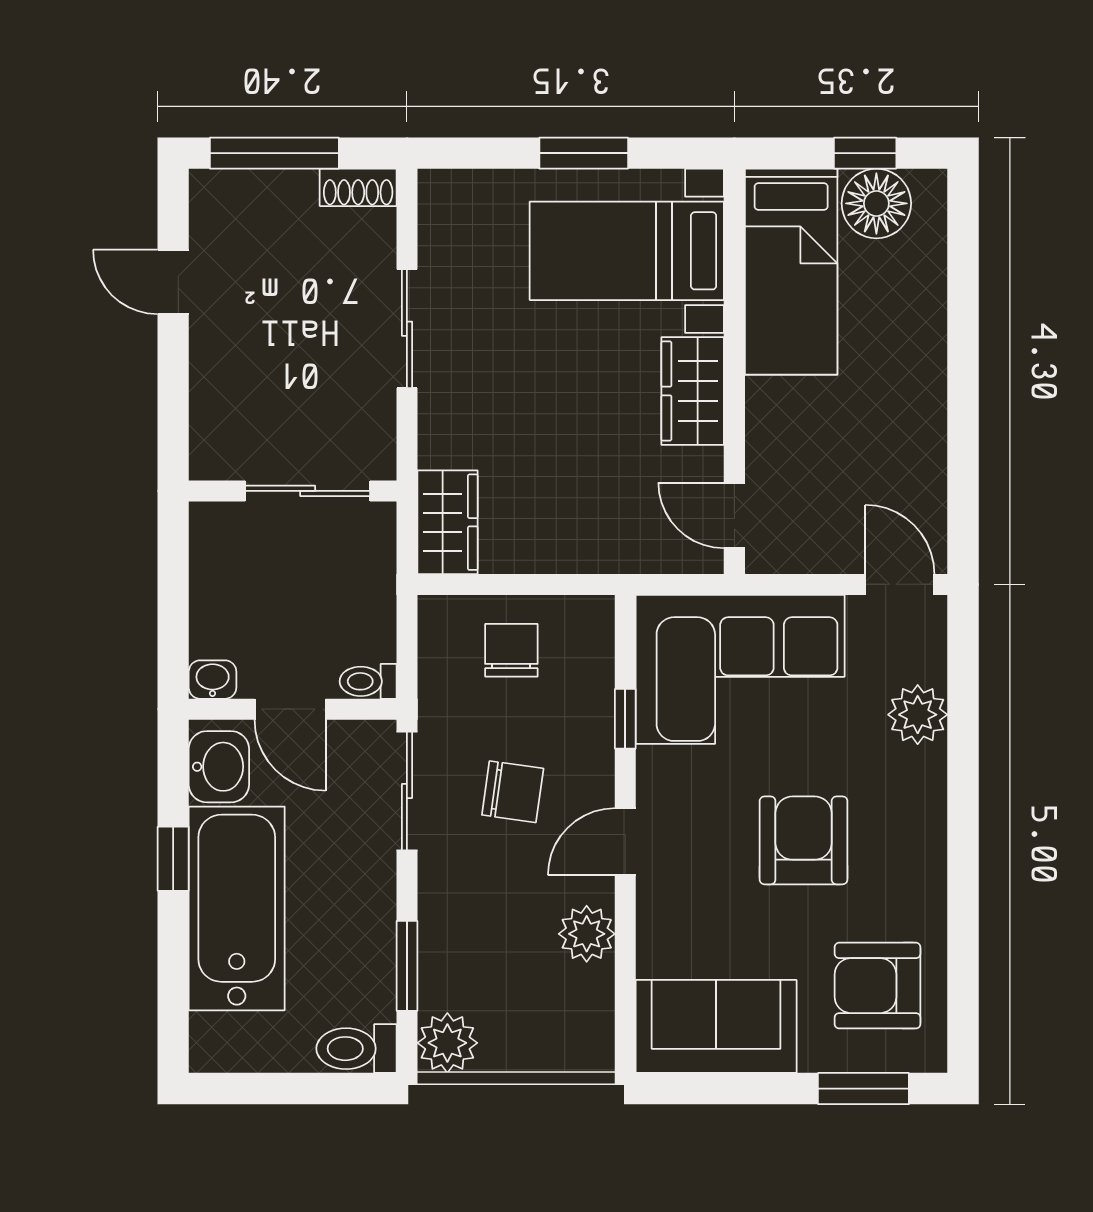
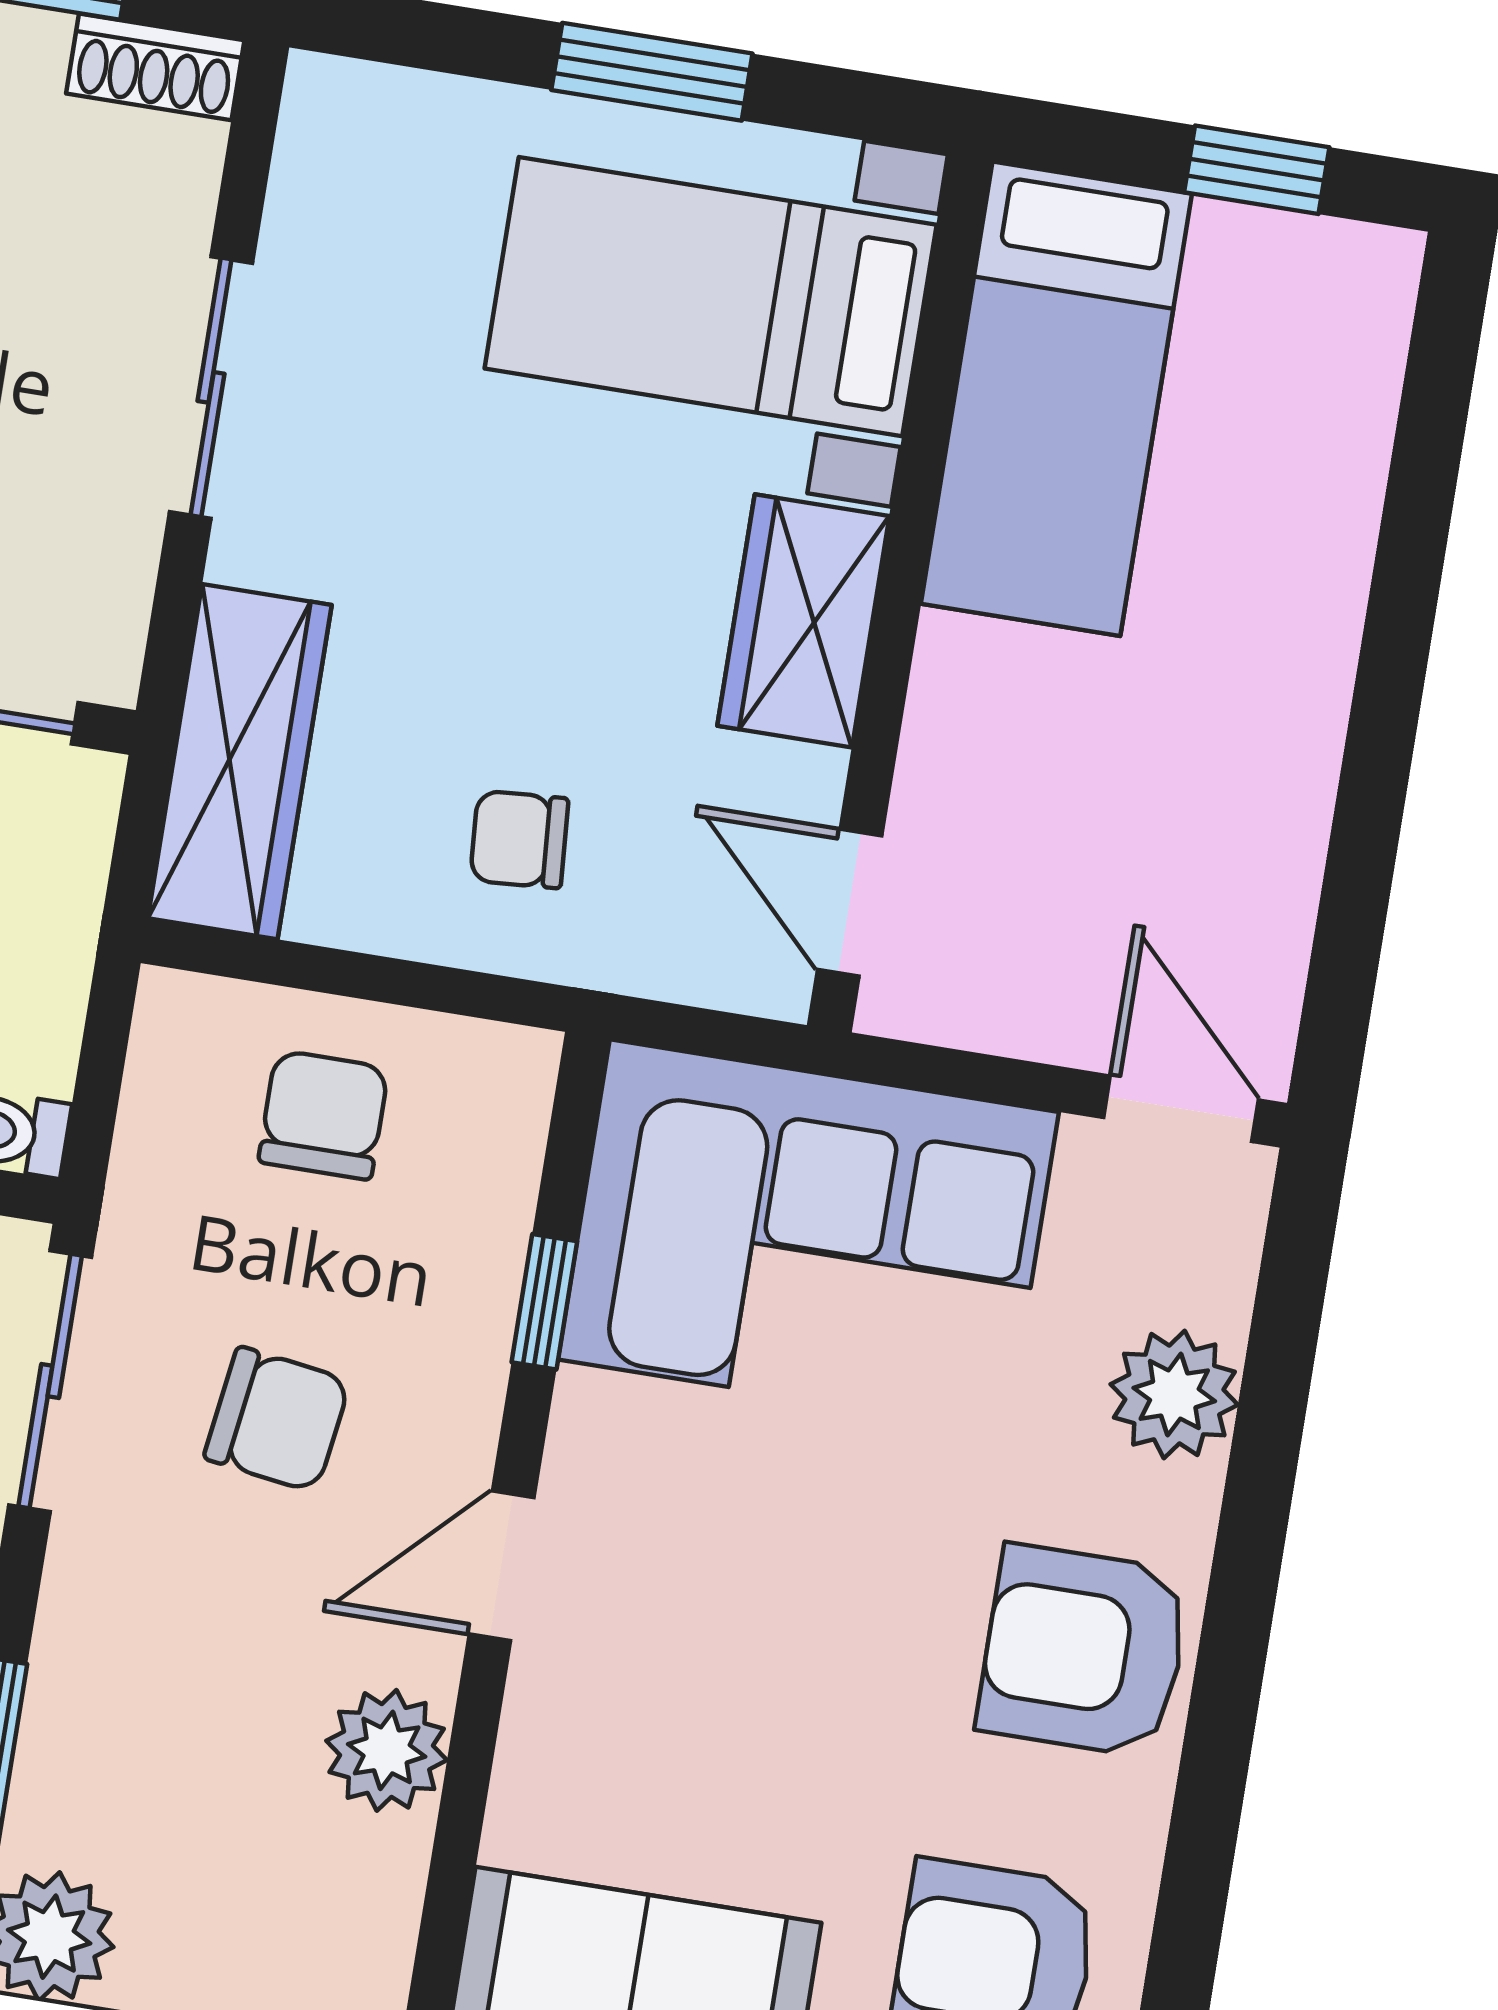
floor lamp: (876, 203) -> (1263, 282), removed
chair: (580, 511) -> (519, 839), added
wardrobe: (447, 522) -> (240, 762), width x1.50
armchair: (804, 840) -> (1084, 1651), moved, turned -90

